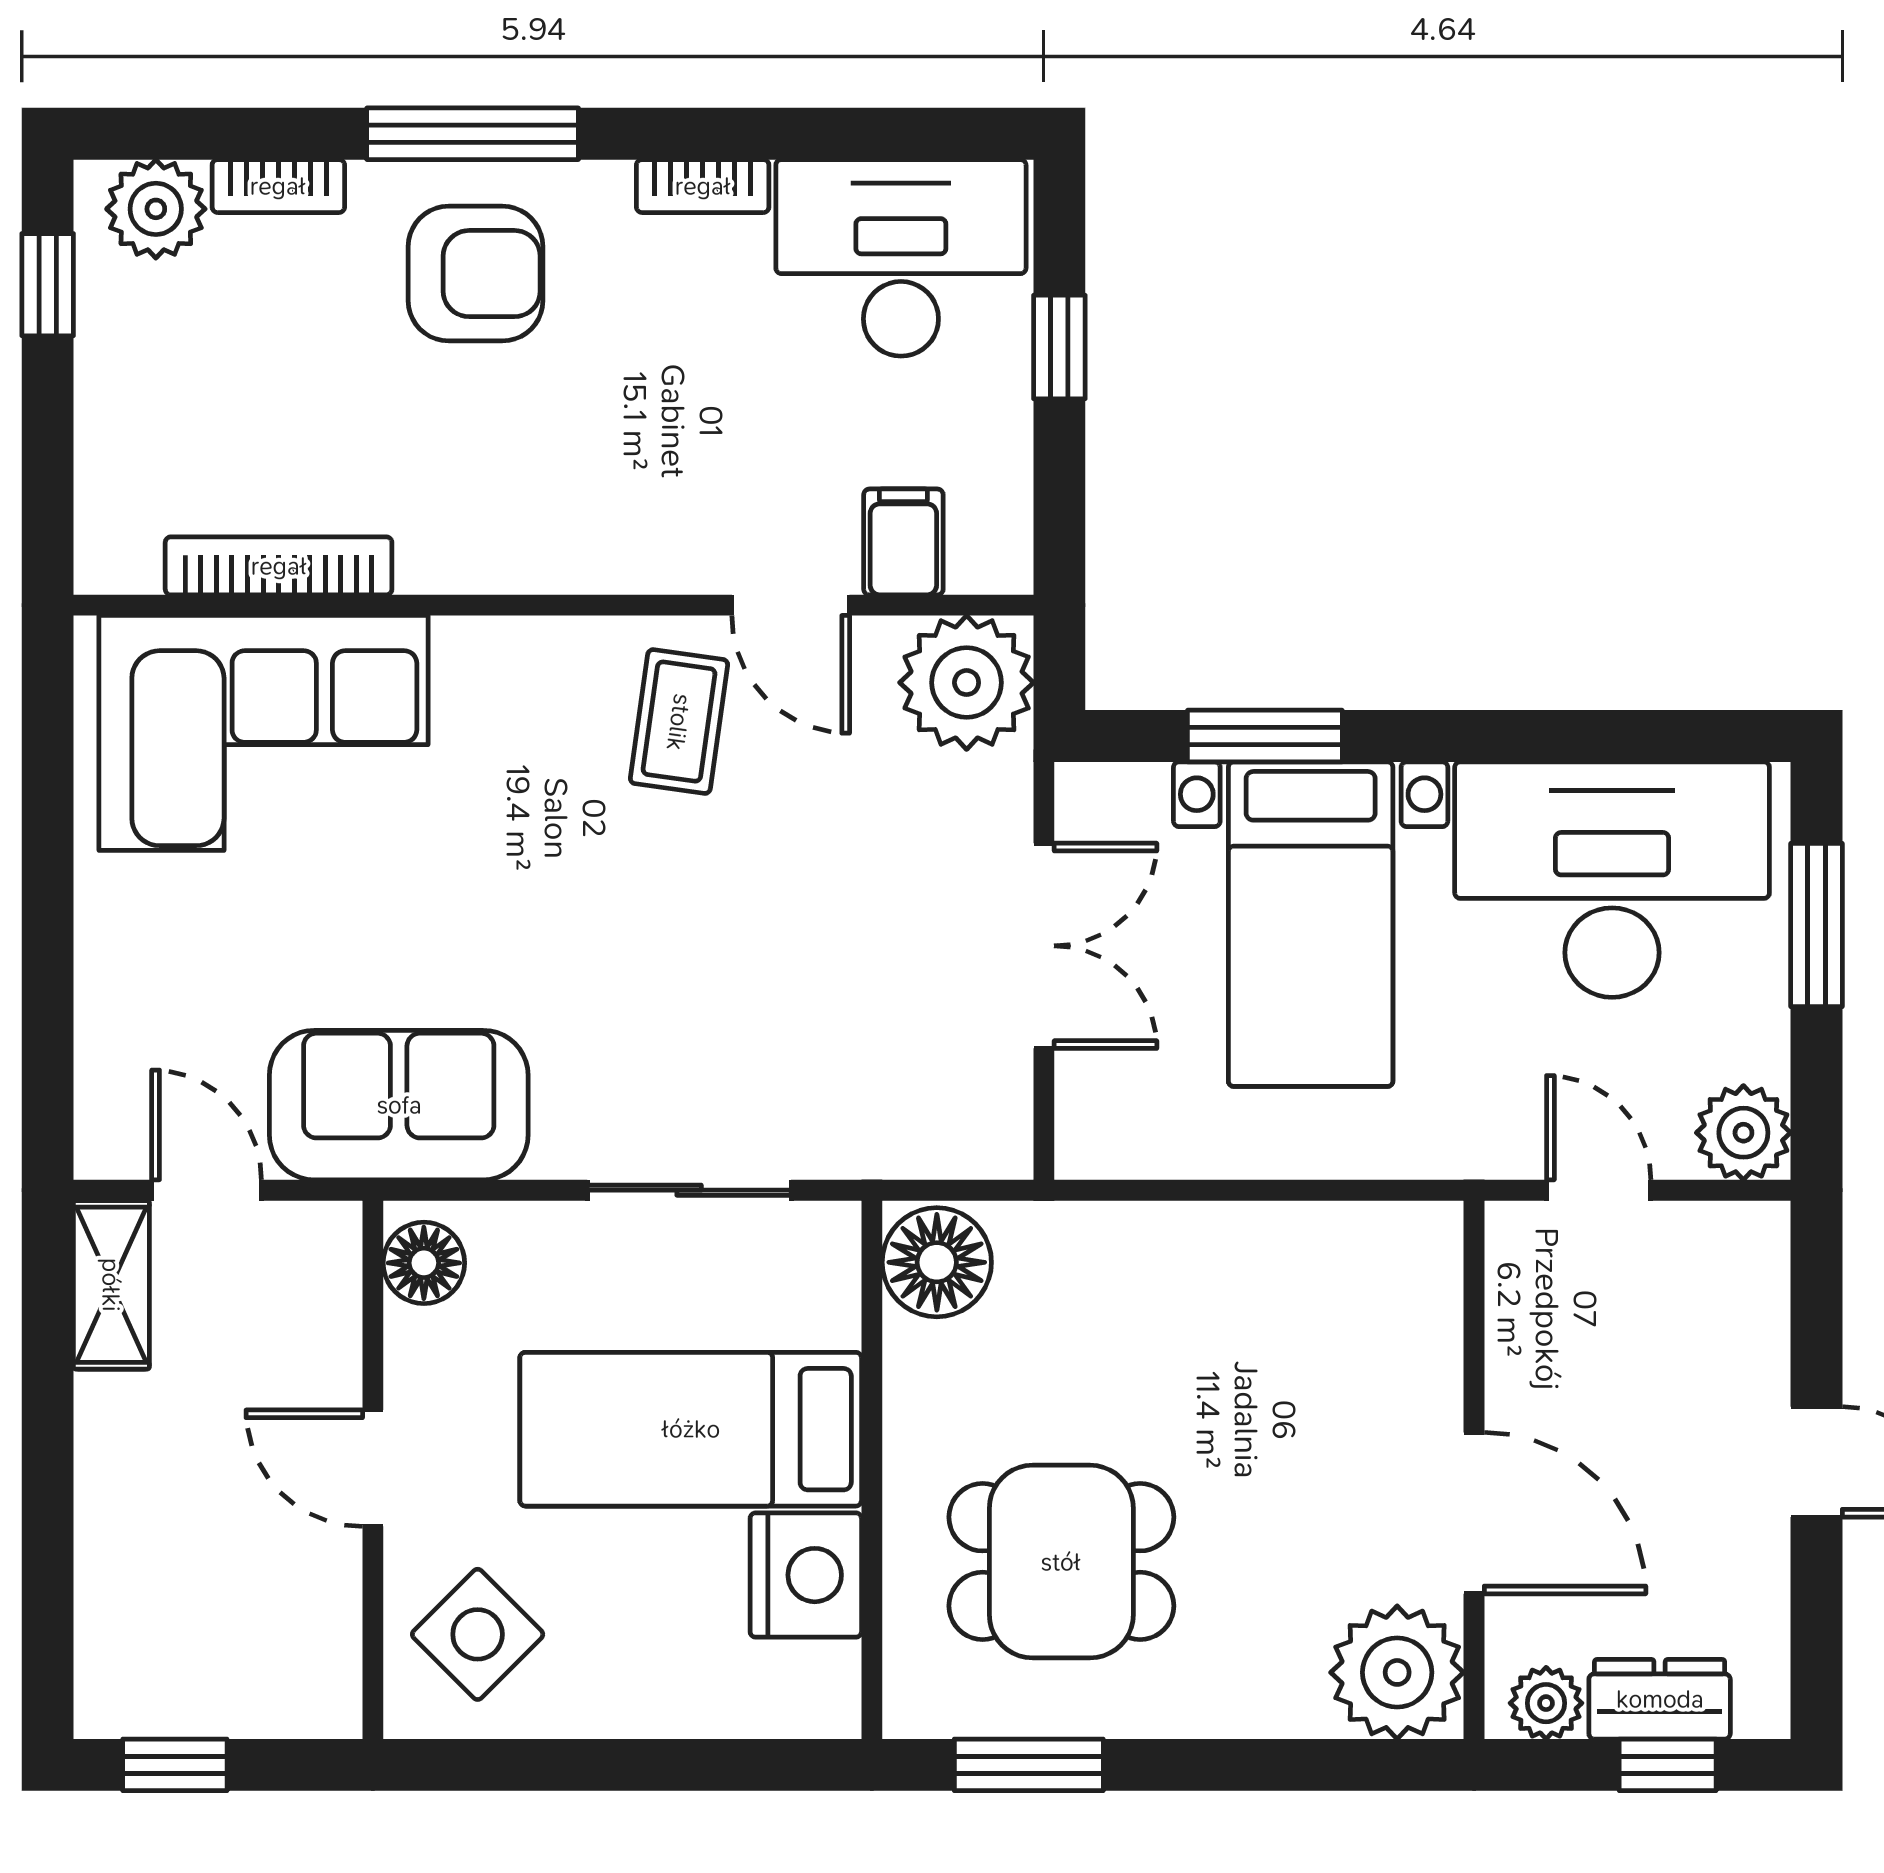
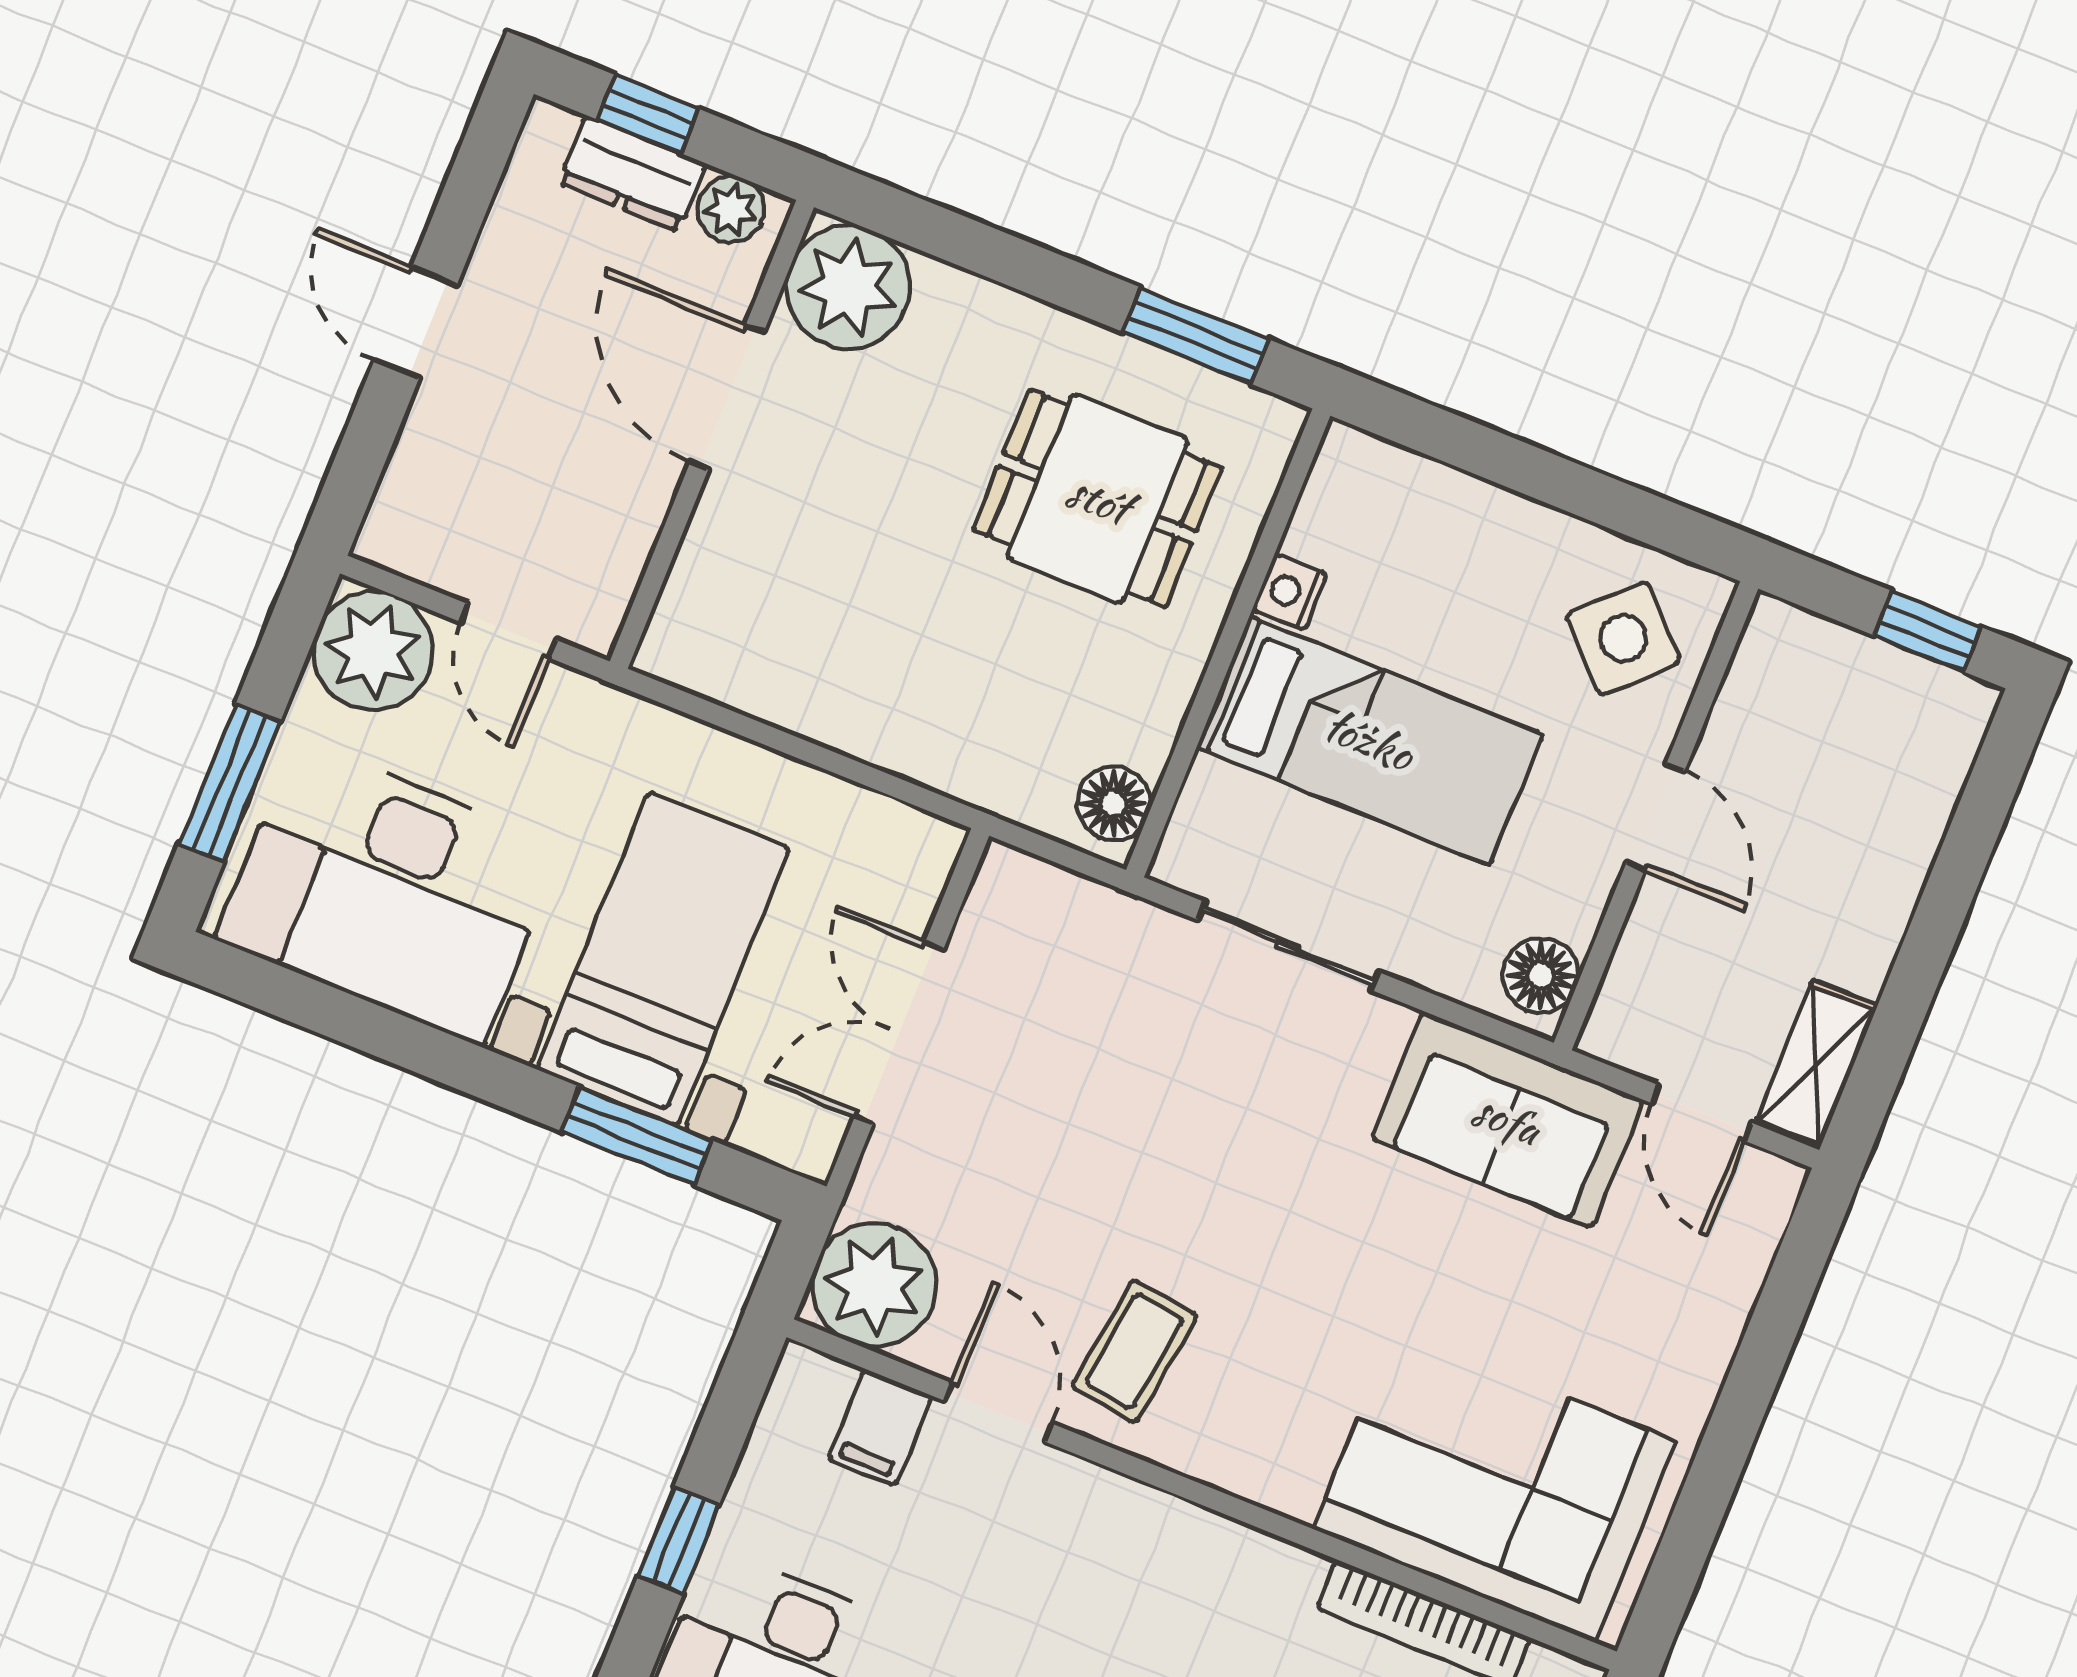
plant: (1743, 1133) -> (373, 651), width x1.36, depth x1.36
floor lamp: (937, 1262) -> (1113, 803), width x0.73, depth x0.73
nightstand: (806, 1575) -> (1290, 592), width x0.53, depth x0.56

